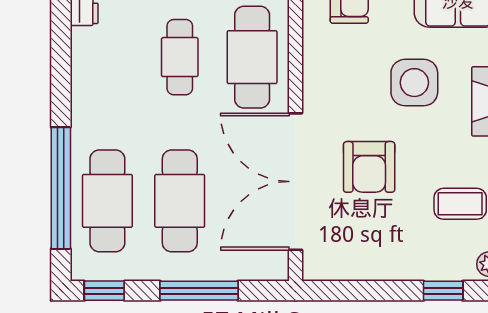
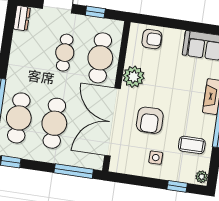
side table: (414, 83) -> (156, 158), moved, width x0.54, depth x0.54
plant: (324, 85) -> (134, 77), added
window: (199, 291) -> (74, 171), moved

